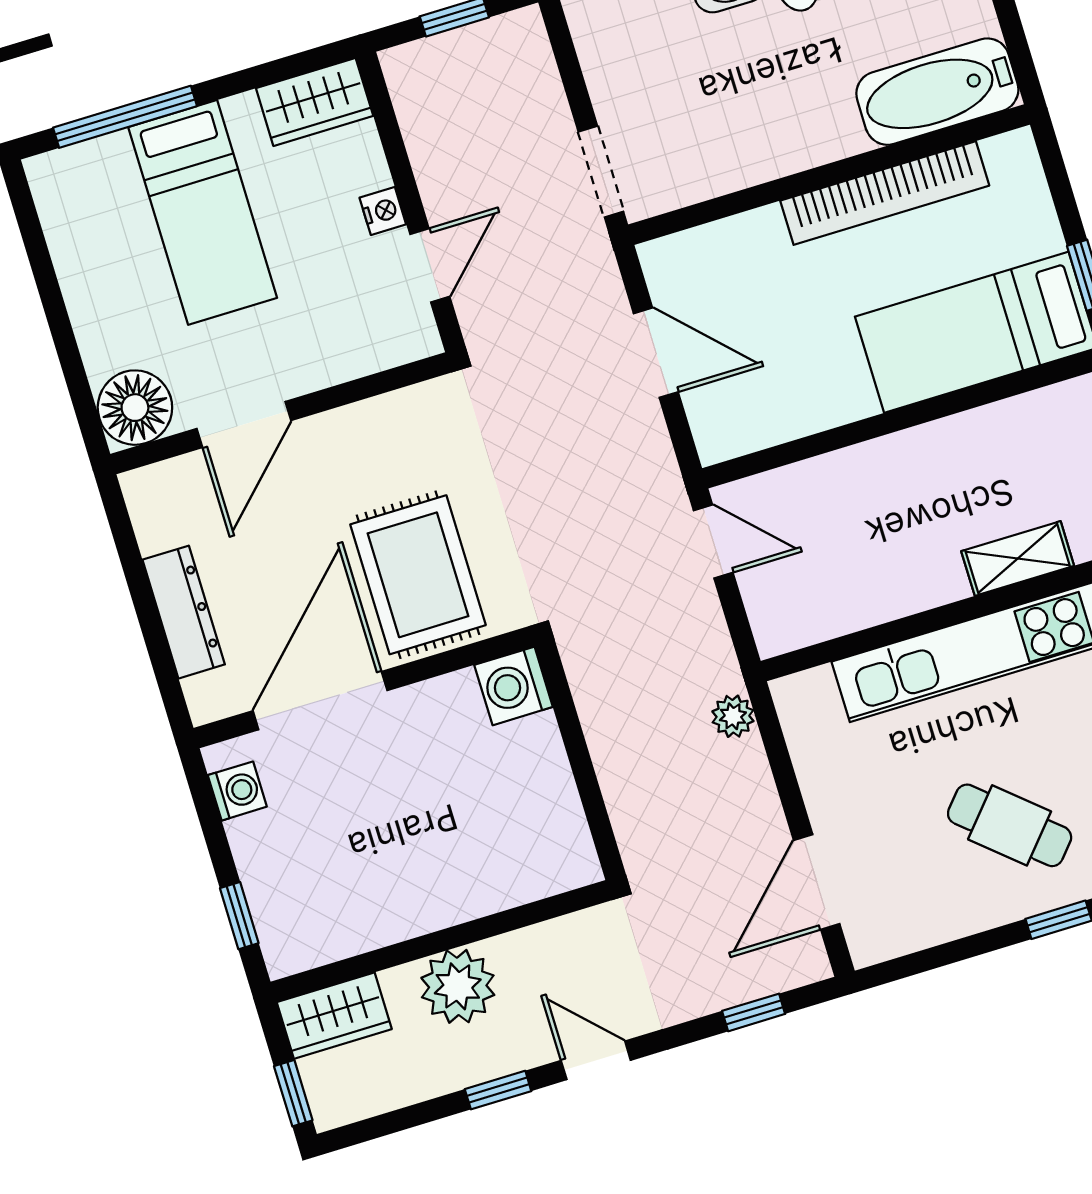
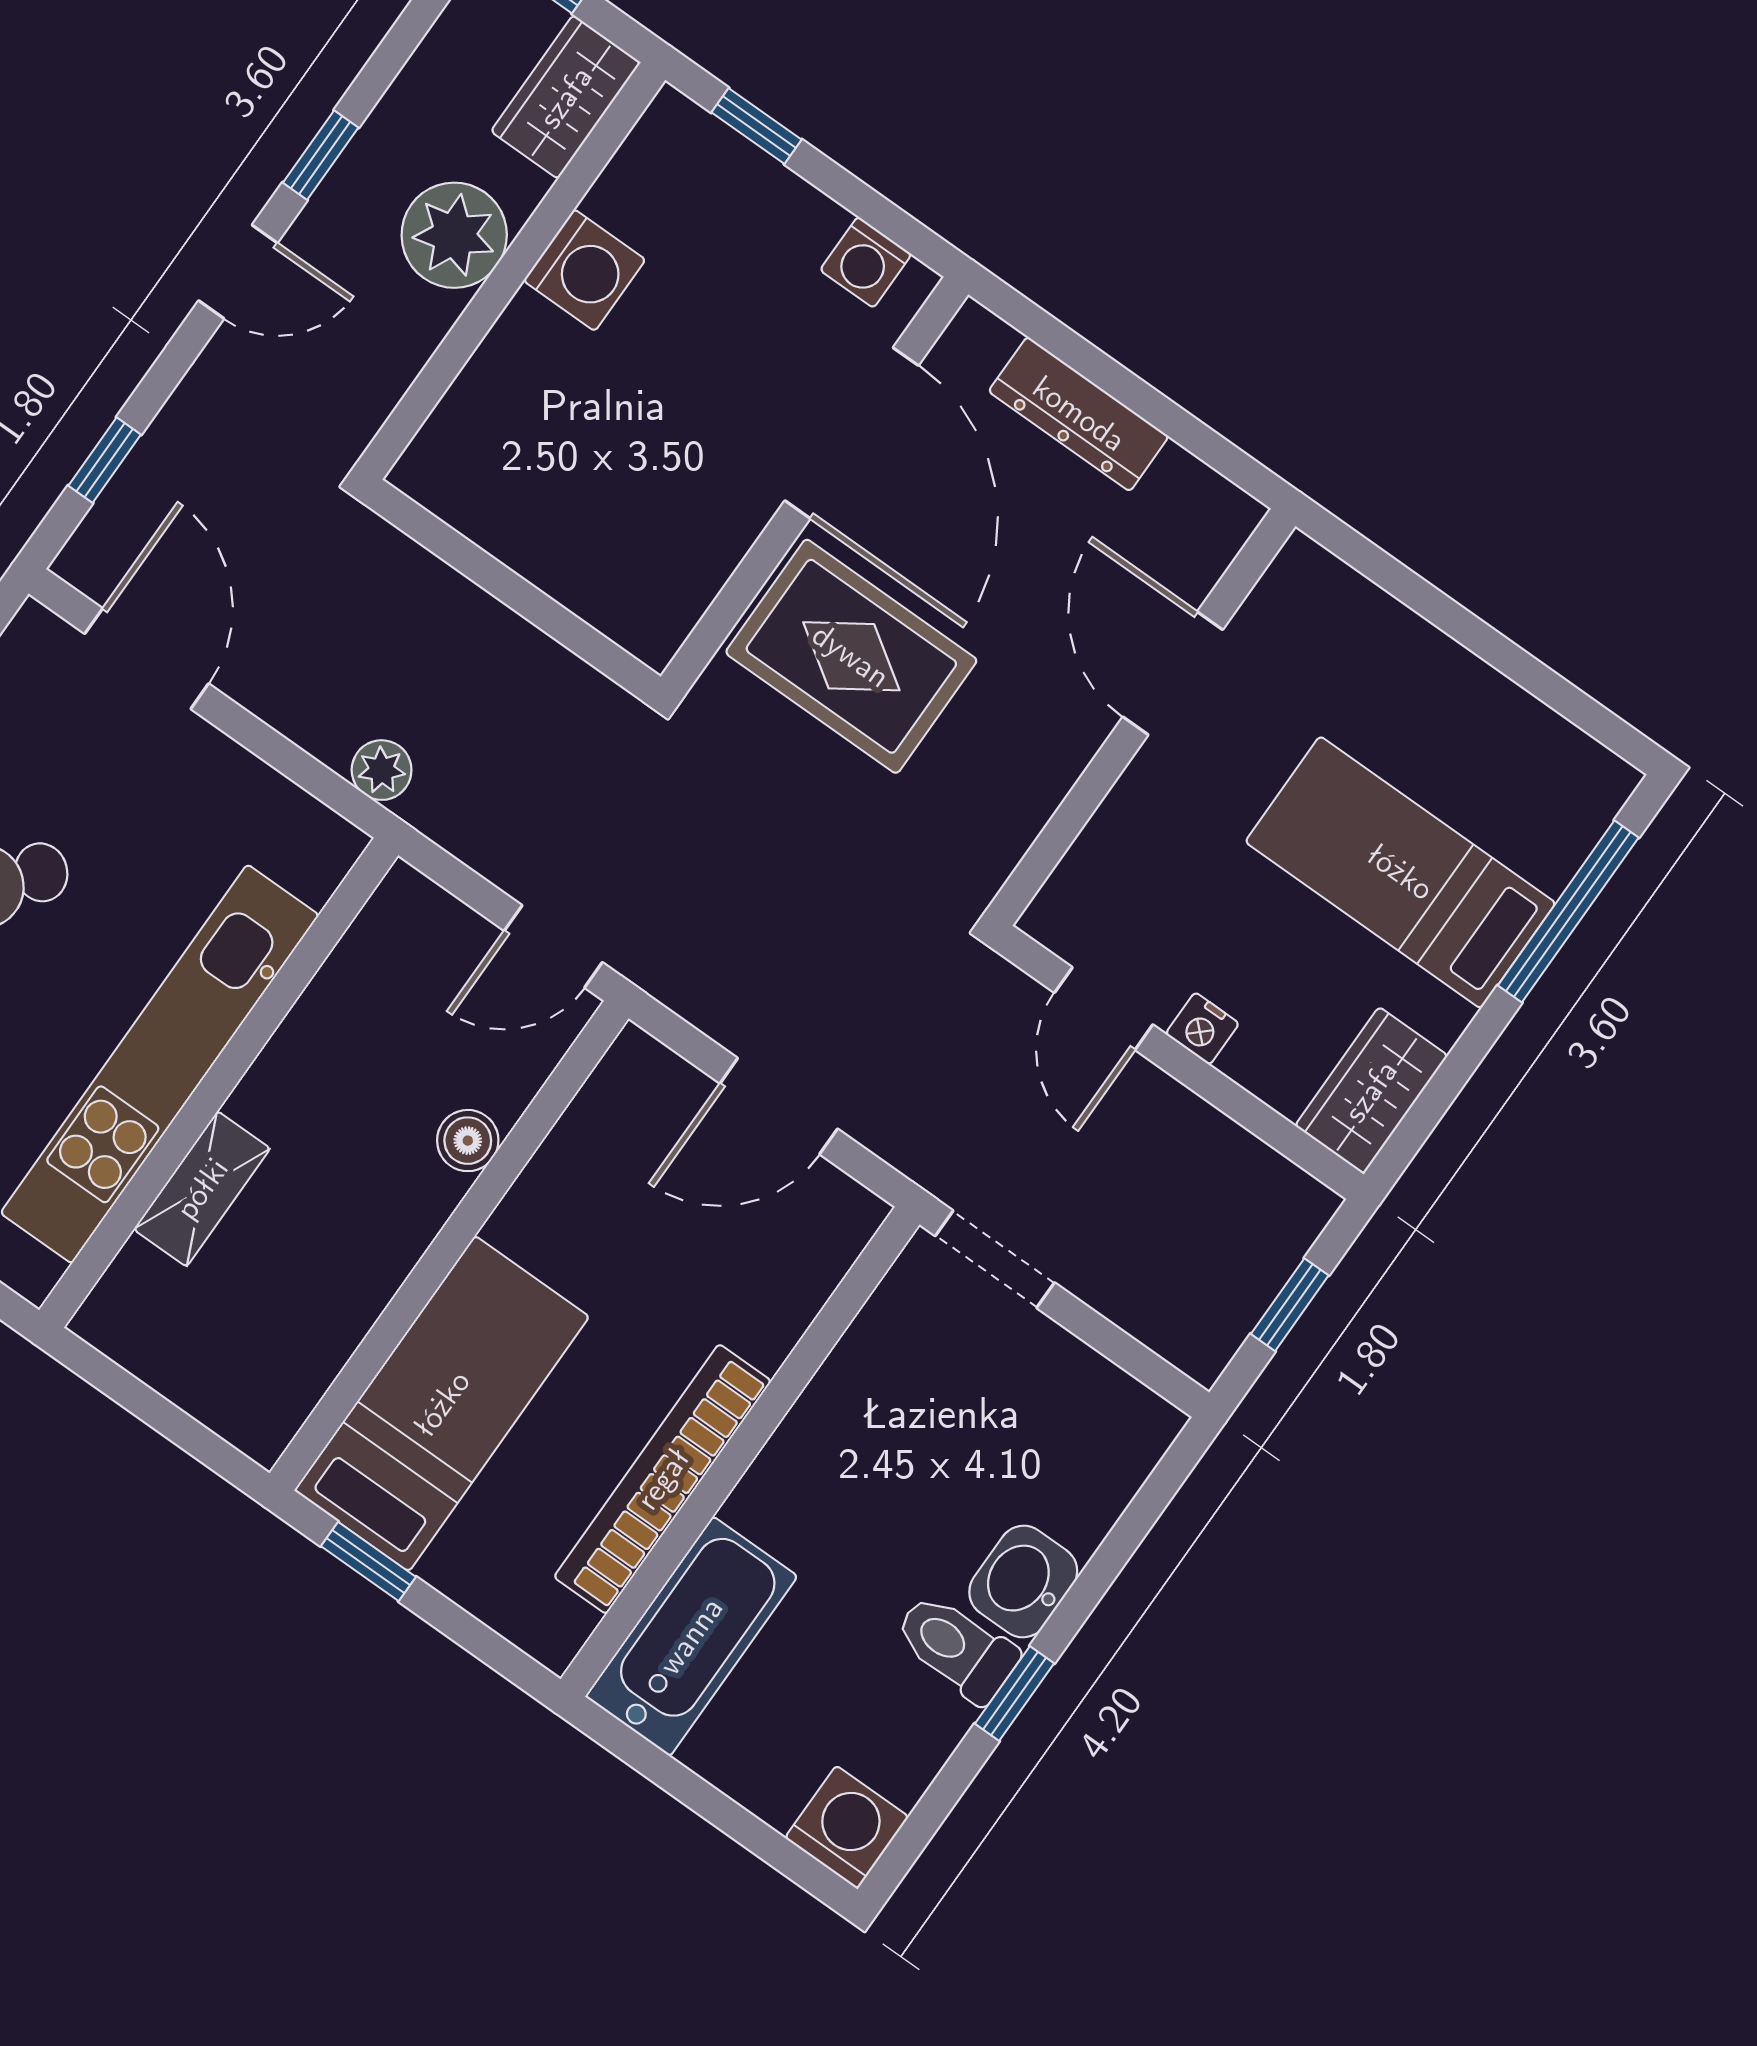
floor lamp: (135, 408) -> (1308, 598), removed
boiler: (847, 469) -> (468, 1141), added
washing machine: (514, 686) -> (584, 270), moved, turned 90

